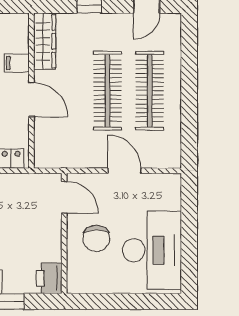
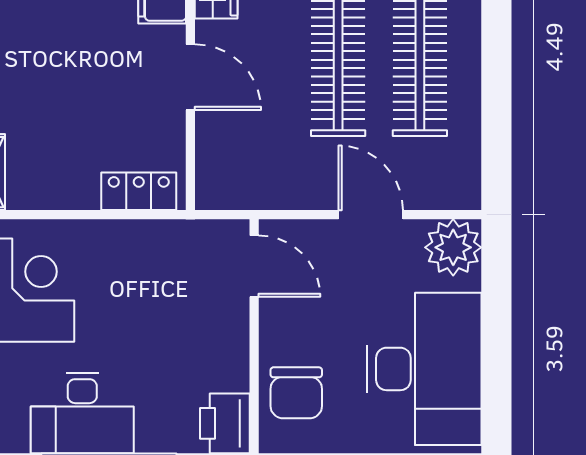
plant: (167, 188) -> (453, 247), added
chair: (96, 238) -> (296, 393), moved

